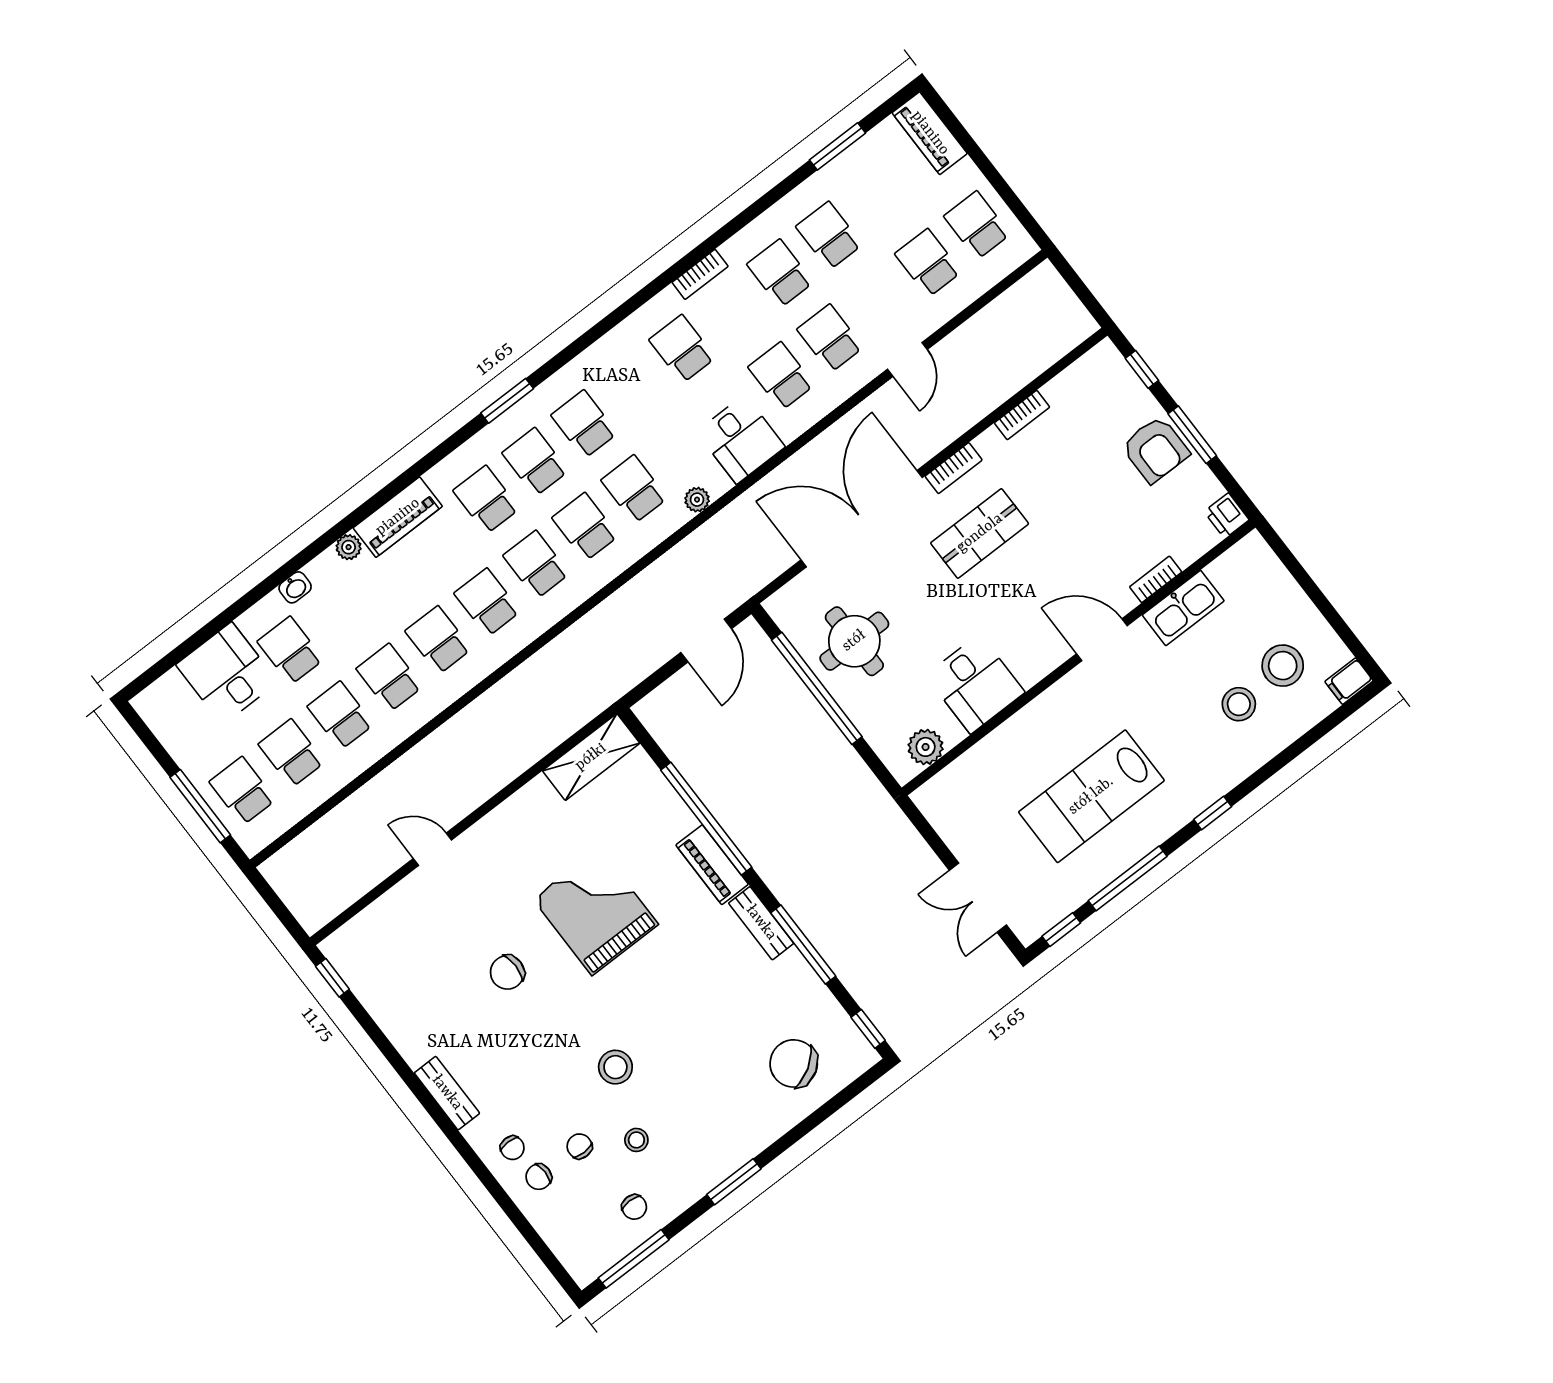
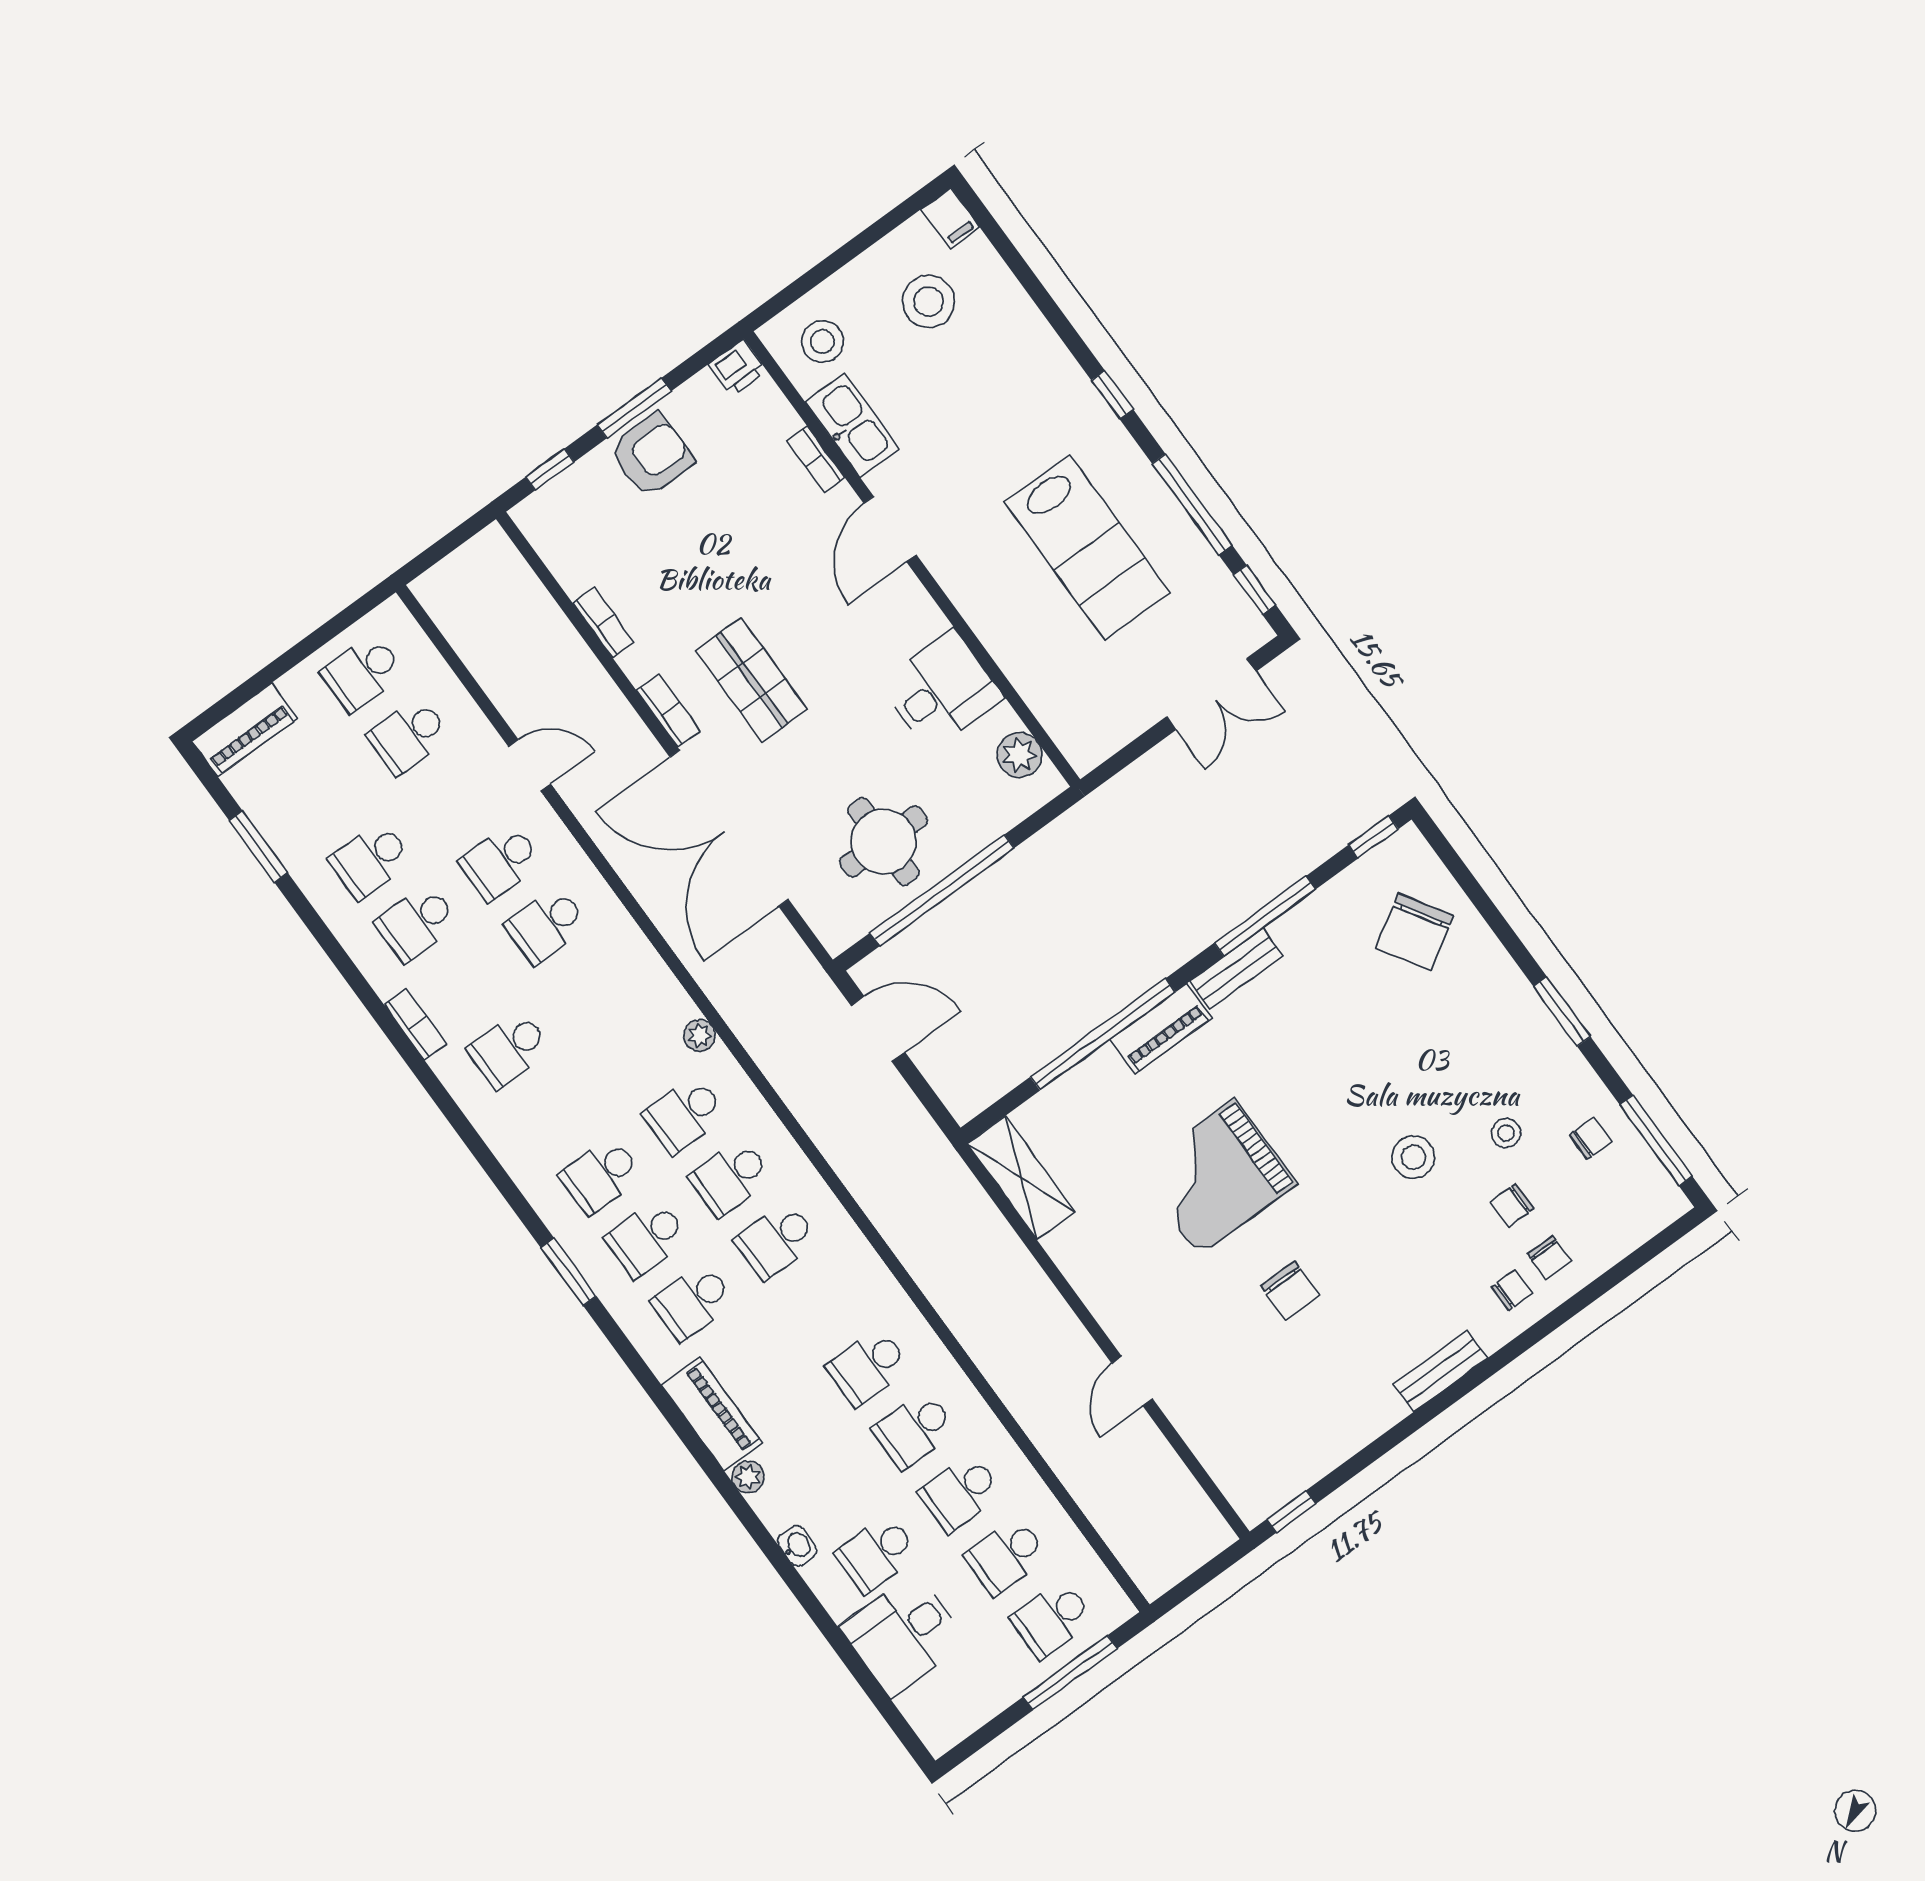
desk: (741, 439) -> (625, 978), removed
school desk: (487, 602) -> (822, 1304), removed
stool: (1239, 704) -> (822, 342), moved

